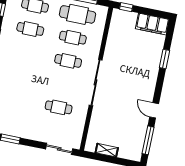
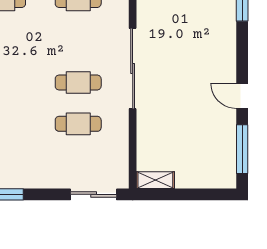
cafe table: (68, 61) -> (78, 83), moved
shelving: (107, 150) -> (155, 180), moved

